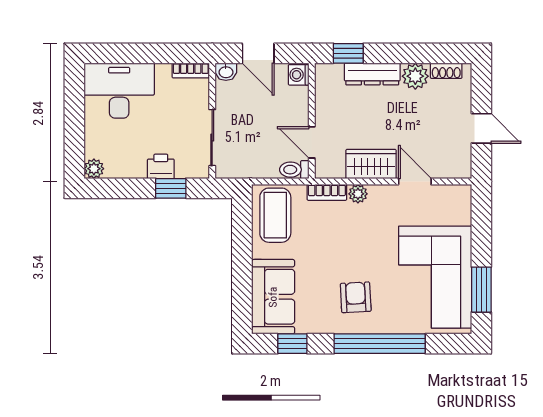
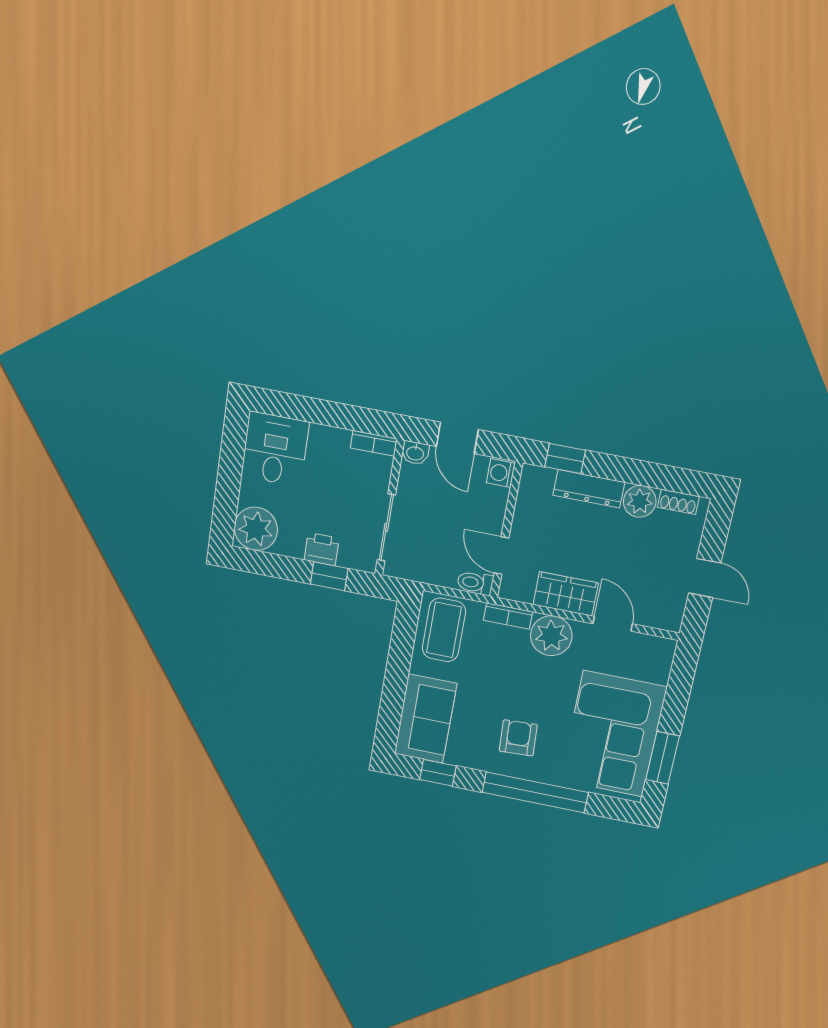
desk: (119, 91) -> (275, 449), width x0.73
plant: (94, 169) -> (256, 529), width x1.88, depth x1.88
plant: (358, 194) -> (551, 636), width x1.88, depth x1.88

